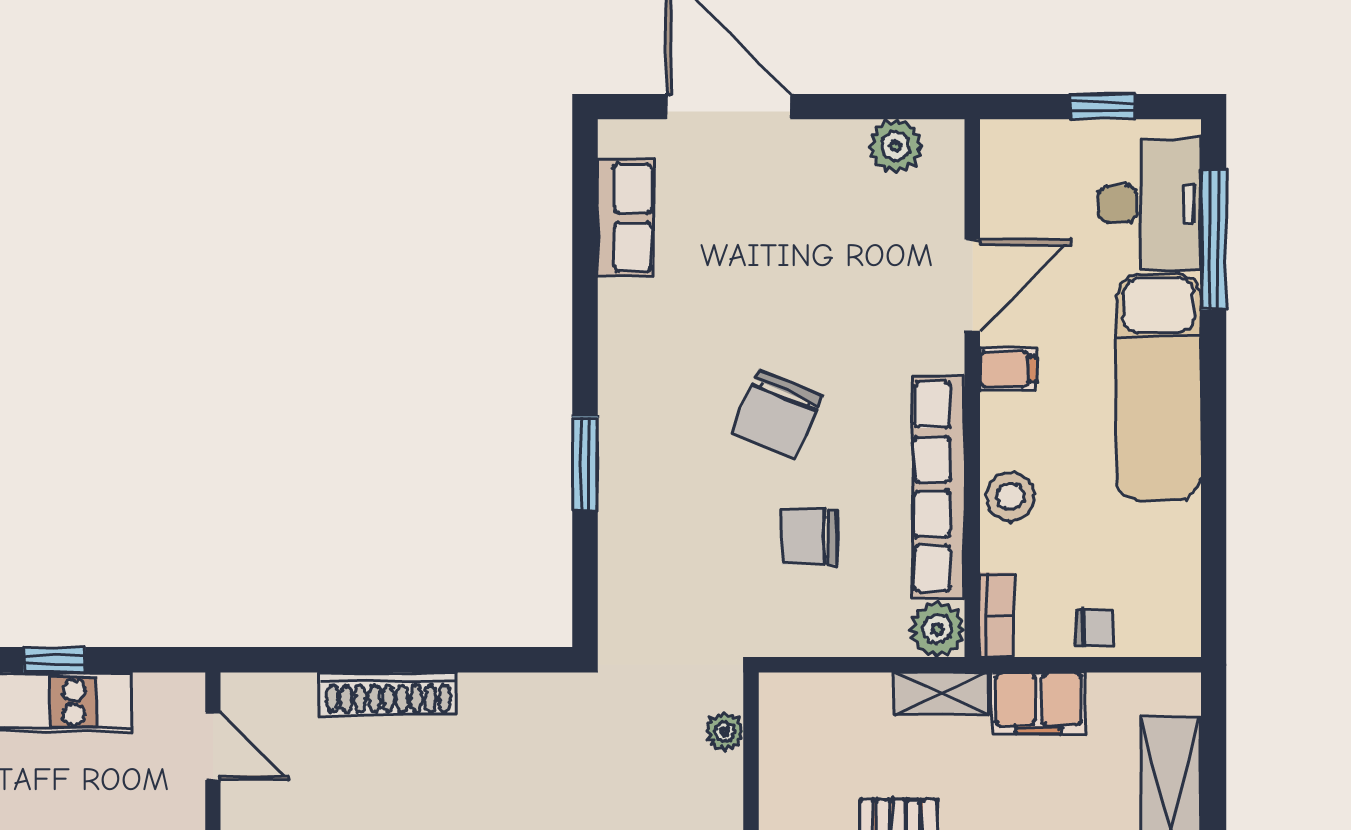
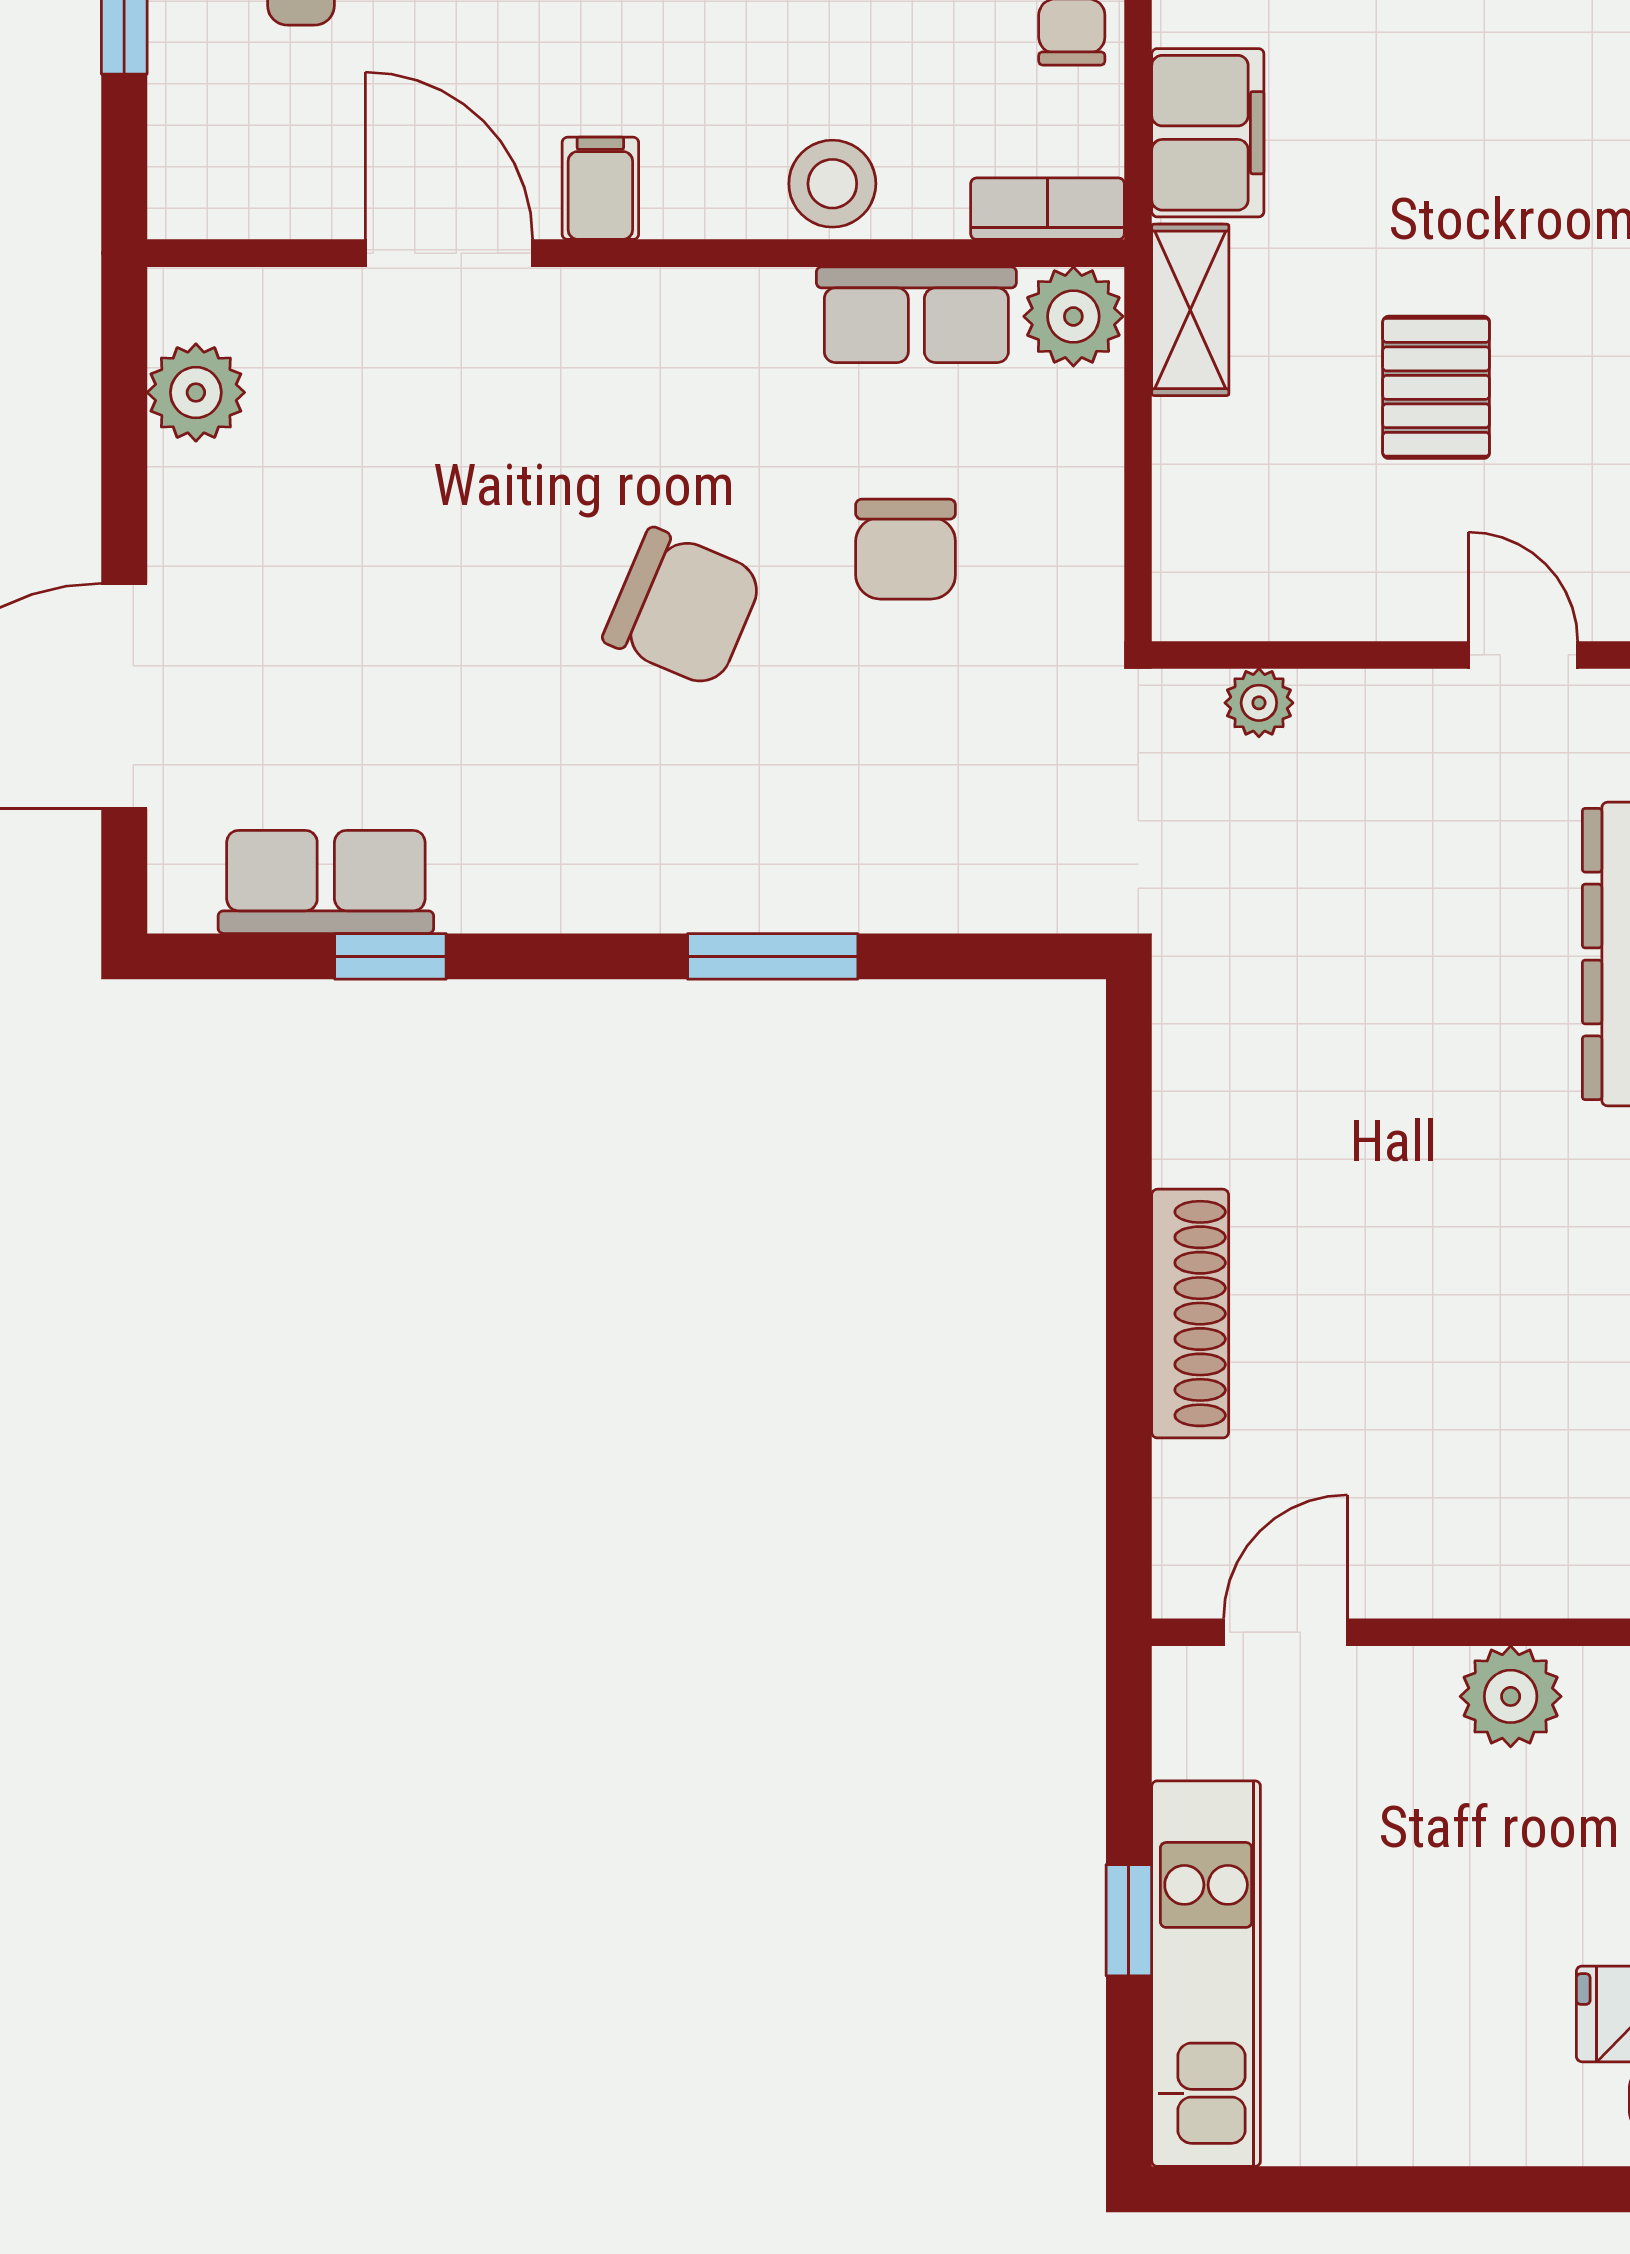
window: (585, 253) -> (390, 956), added
row of seats: (938, 487) -> (916, 315), width x0.50

